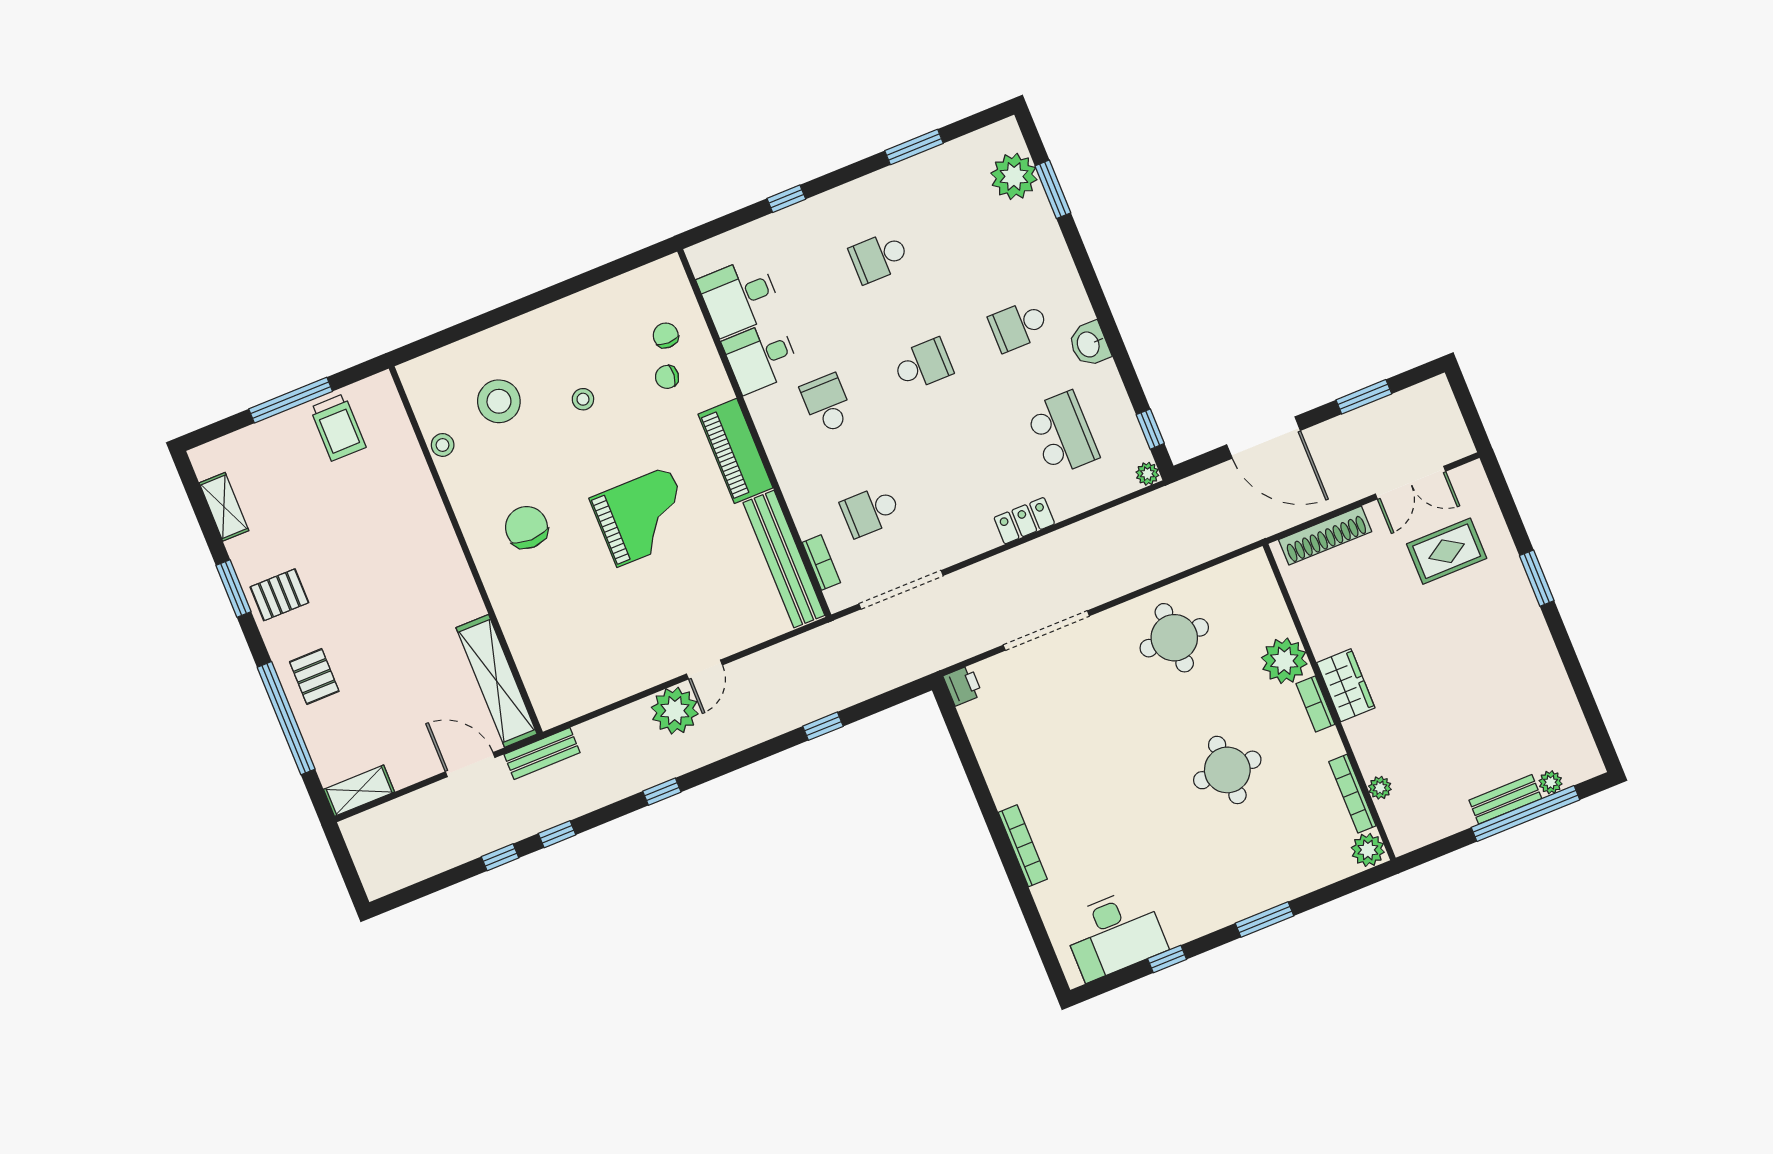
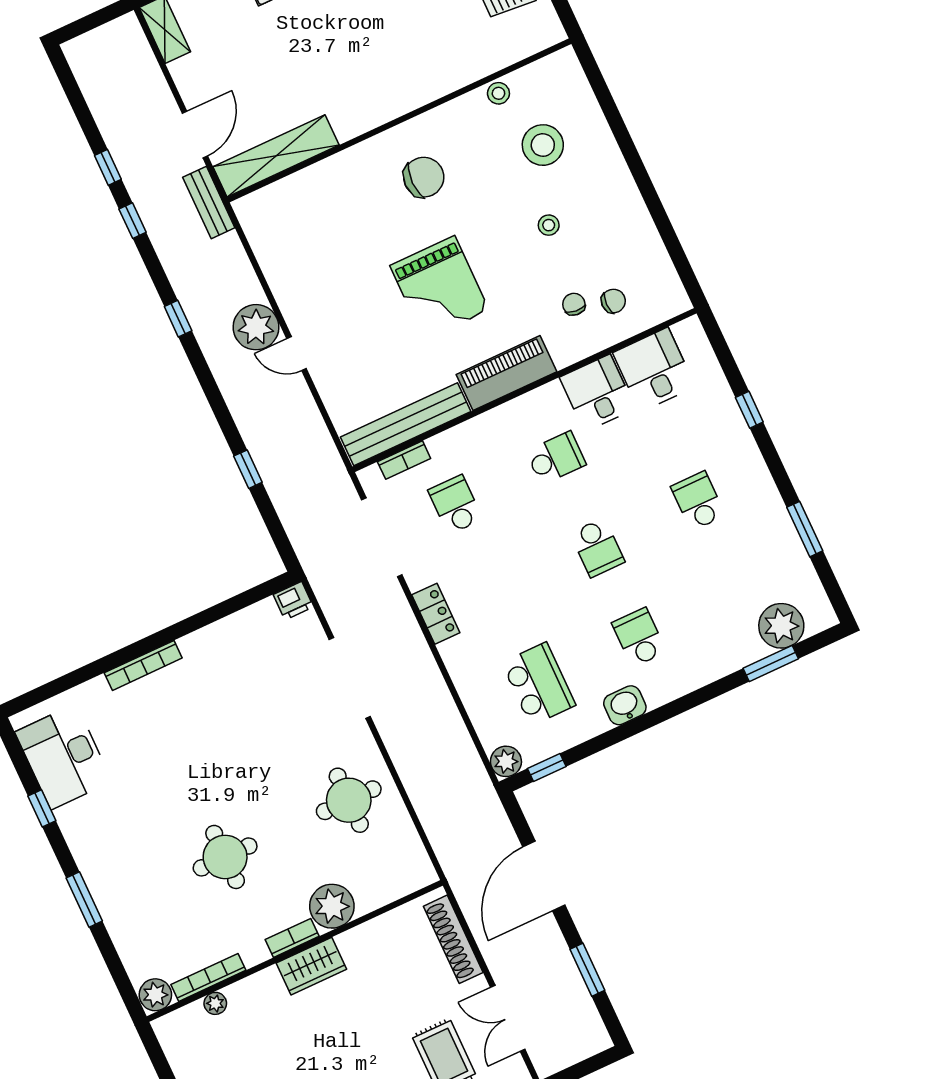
school desk: (1062, 433) -> (539, 684), turned -90
plant: (1147, 474) -> (506, 761), width x1.38, depth x1.38
locker: (1024, 521) -> (436, 614), moved

